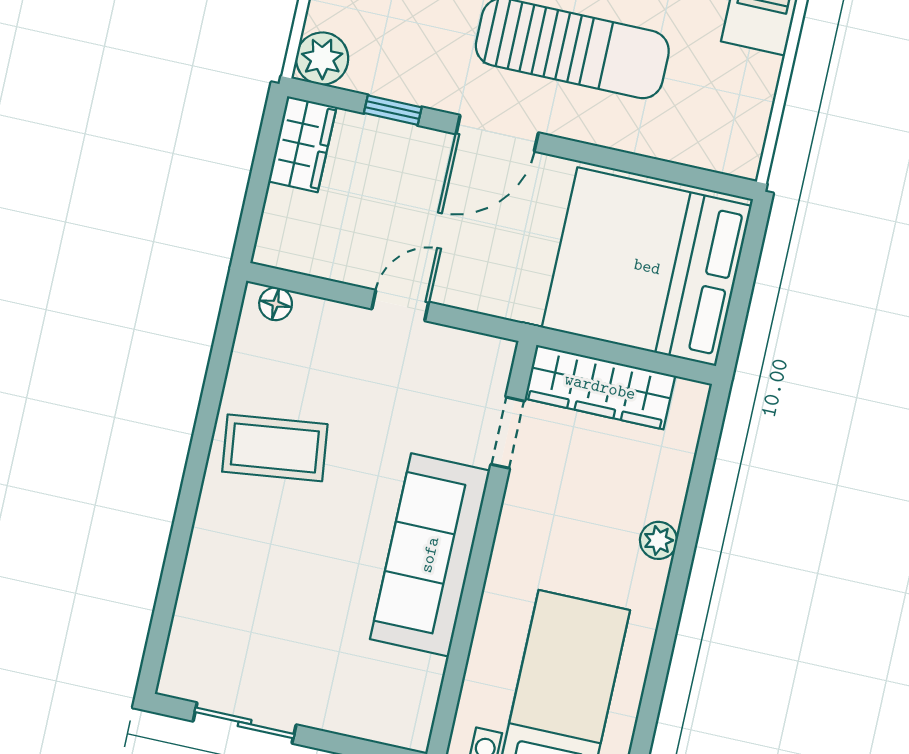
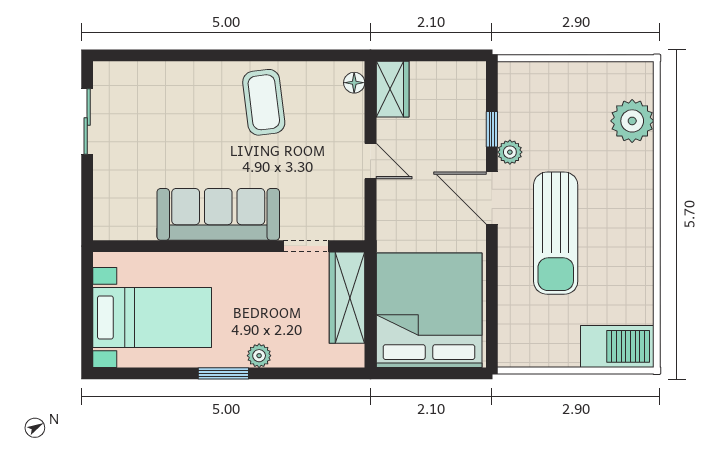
plant: (322, 59) -> (510, 152), moved, width x0.73, depth x0.73
wardrobe: (302, 144) -> (393, 89), moved, turned -90
window: (673, 601) -> (223, 373), added

